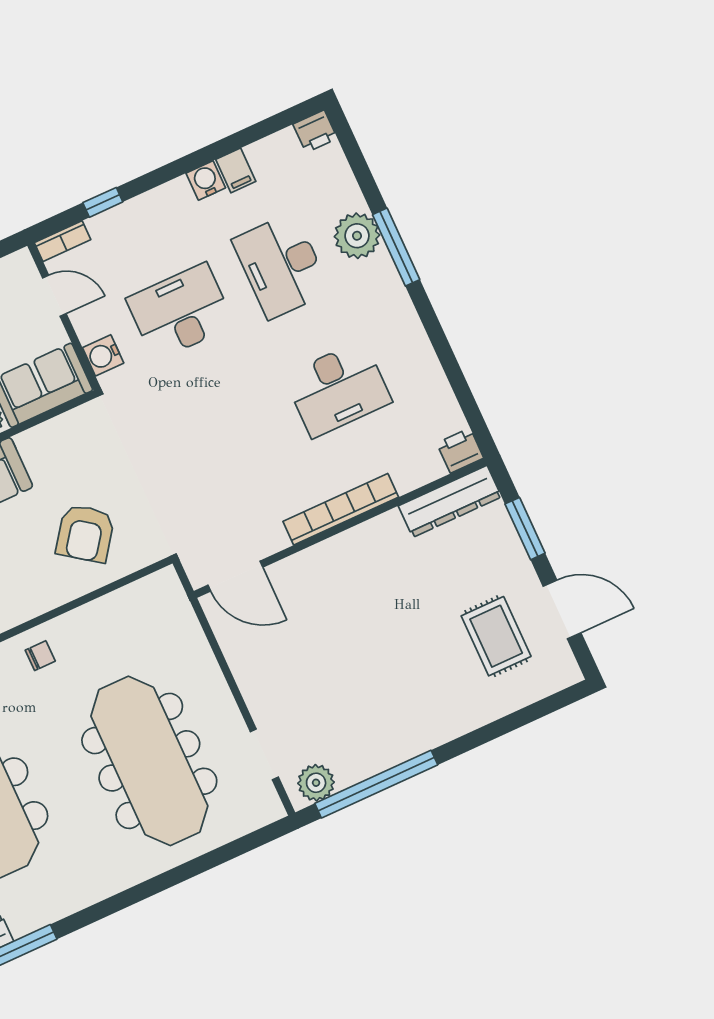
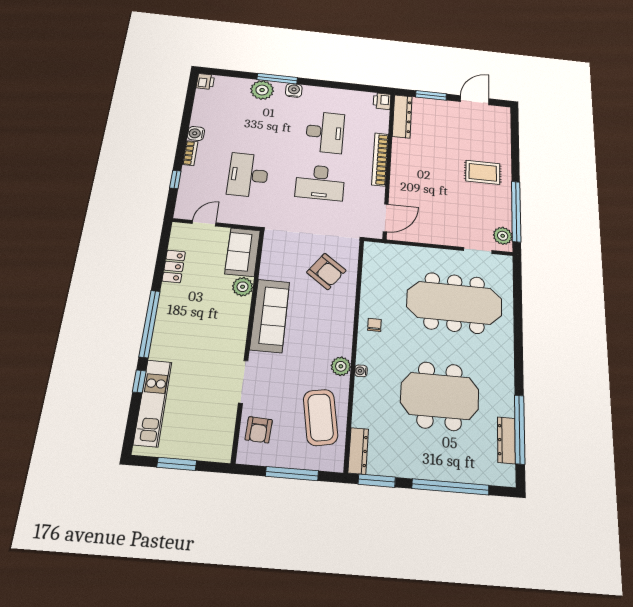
filing cabinet: (236, 170) -> (200, 120), removed
bookcase: (62, 241) -> (190, 153), moved
desk: (281, 266) -> (320, 182), moved
water cooler: (103, 355) -> (294, 90), moved, turned 180
rug: (496, 636) -> (483, 172), moved

